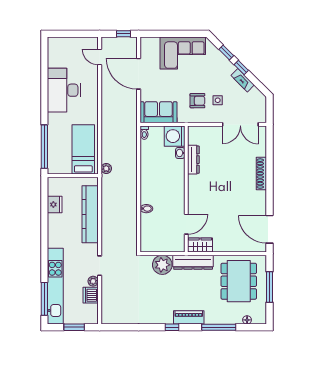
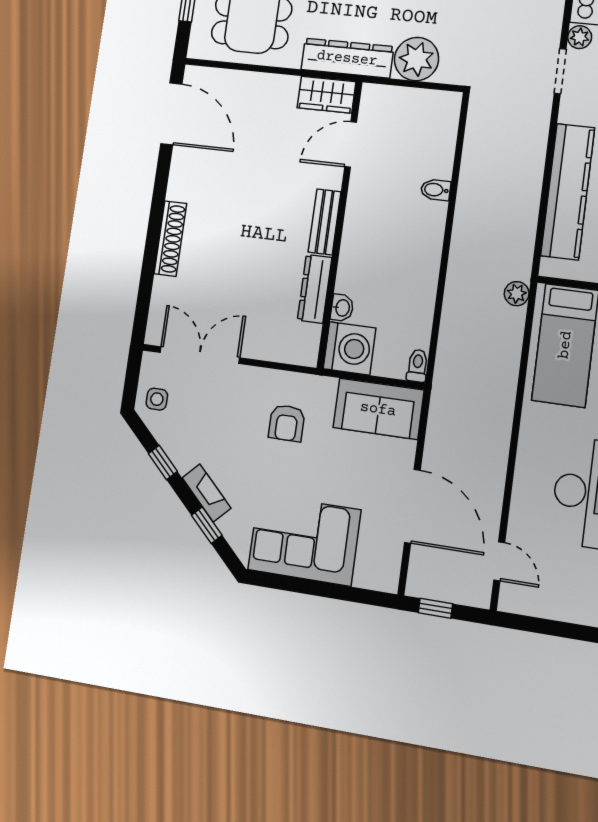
window: (241, 67) -> (163, 462), moved
fireplace: (243, 80) -> (206, 493), moved
side table: (218, 100) -> (157, 399), moved
armchair: (197, 101) -> (287, 423), turned -90
bench: (193, 189) -> (325, 222), added

